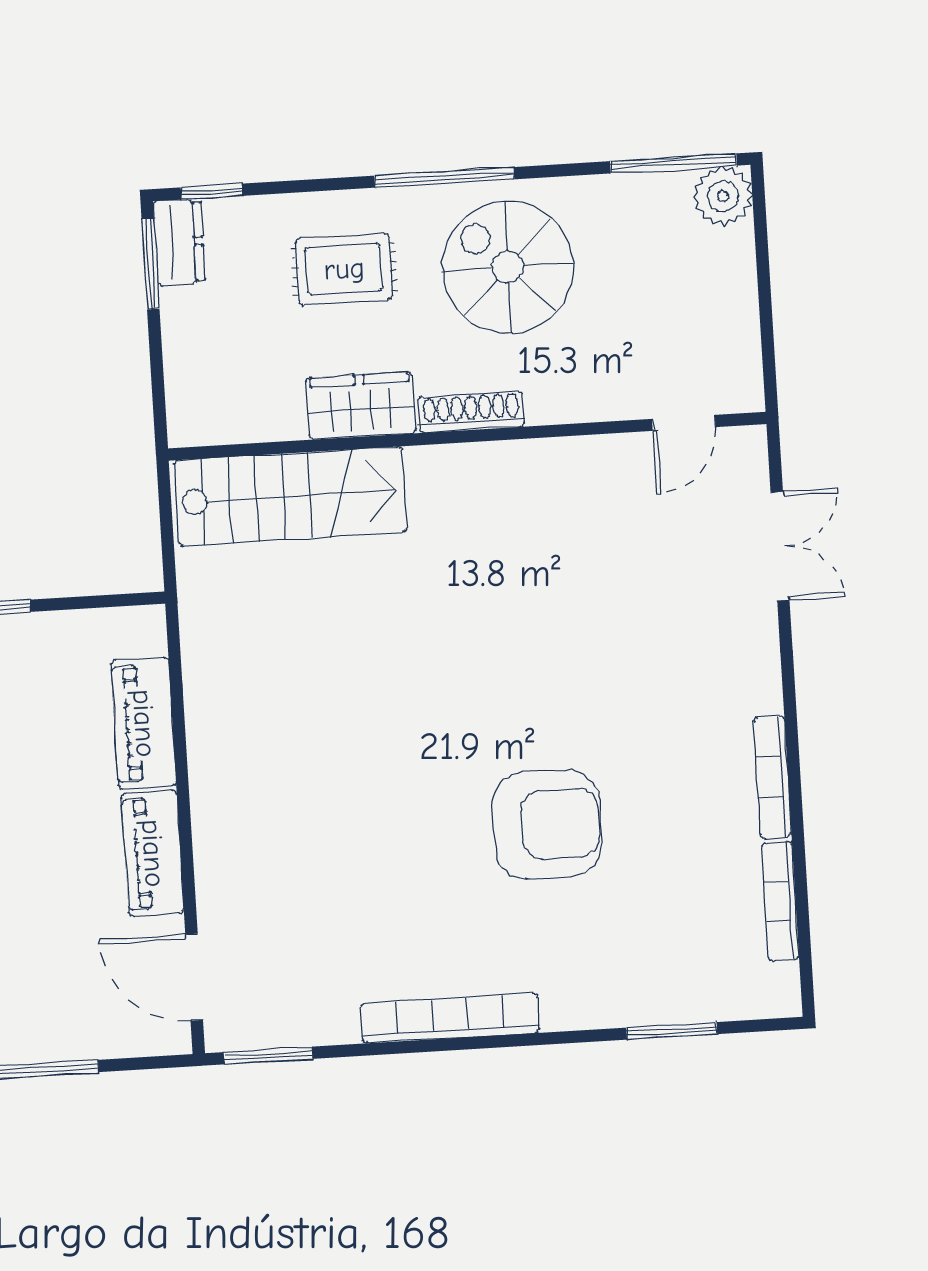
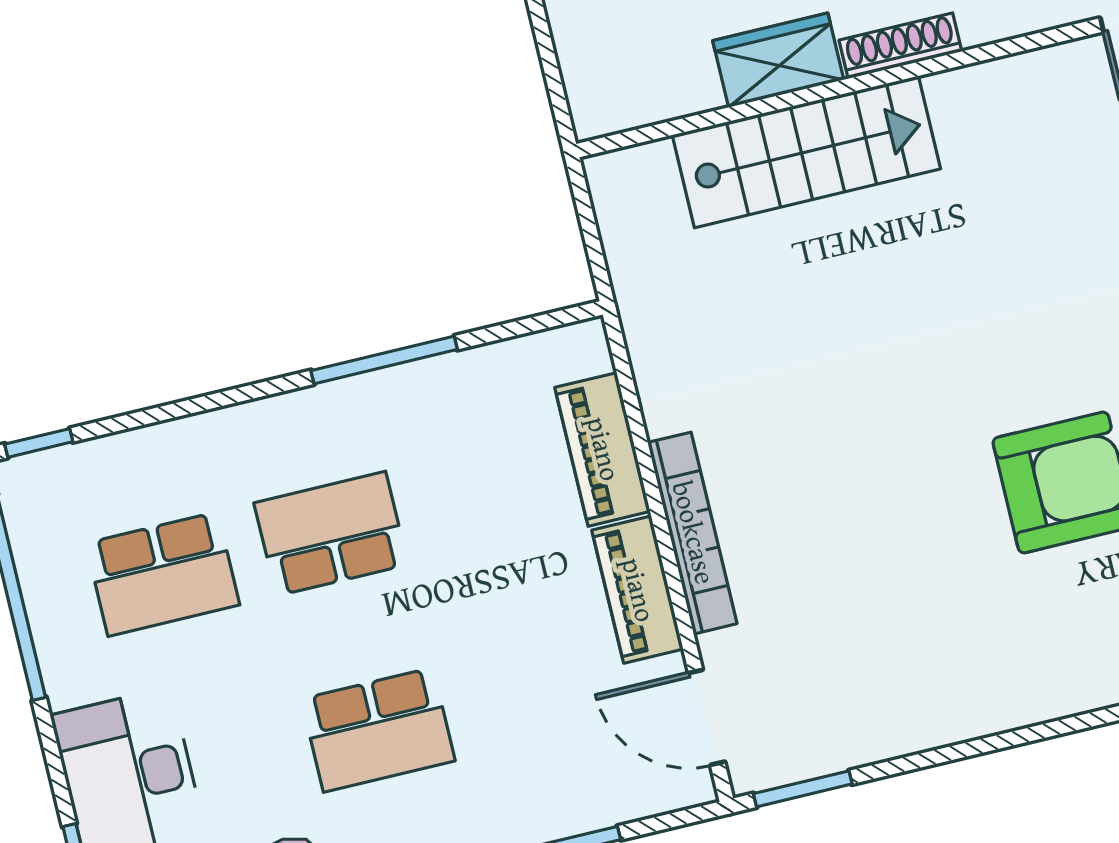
stairs: (291, 496) -> (806, 152), moved
bookcase: (450, 1018) -> (692, 533), moved, turned 90

